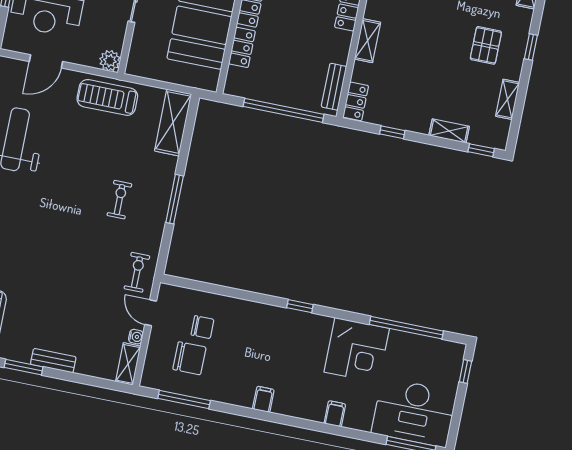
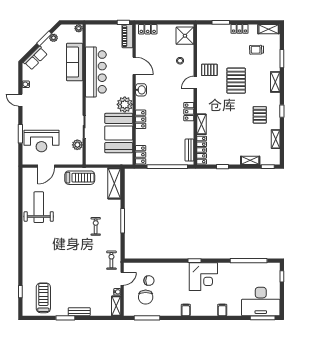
locker: (242, 47) -> (141, 155), moved
plant: (110, 61) -> (77, 145), moved
treadmill: (107, 97) -> (80, 178), turned 180
locker: (356, 101) -> (202, 150), width x1.53
door: (151, 313) -> (122, 279), swing flipped
corner desk: (357, 350) -> (203, 277), moved
chair: (189, 358) -> (146, 297), turned 90

